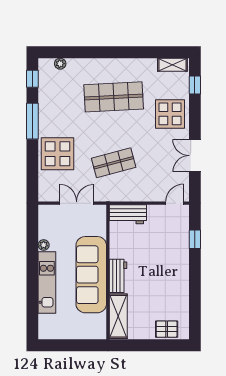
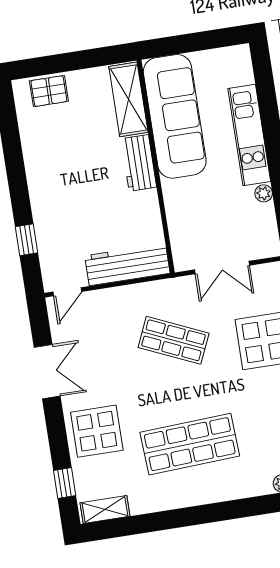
shop shelf: (114, 163) -> (174, 340), turned 39
workbench: (128, 214) -> (127, 264), width x1.38
sofa: (91, 275) -> (175, 116), moved

